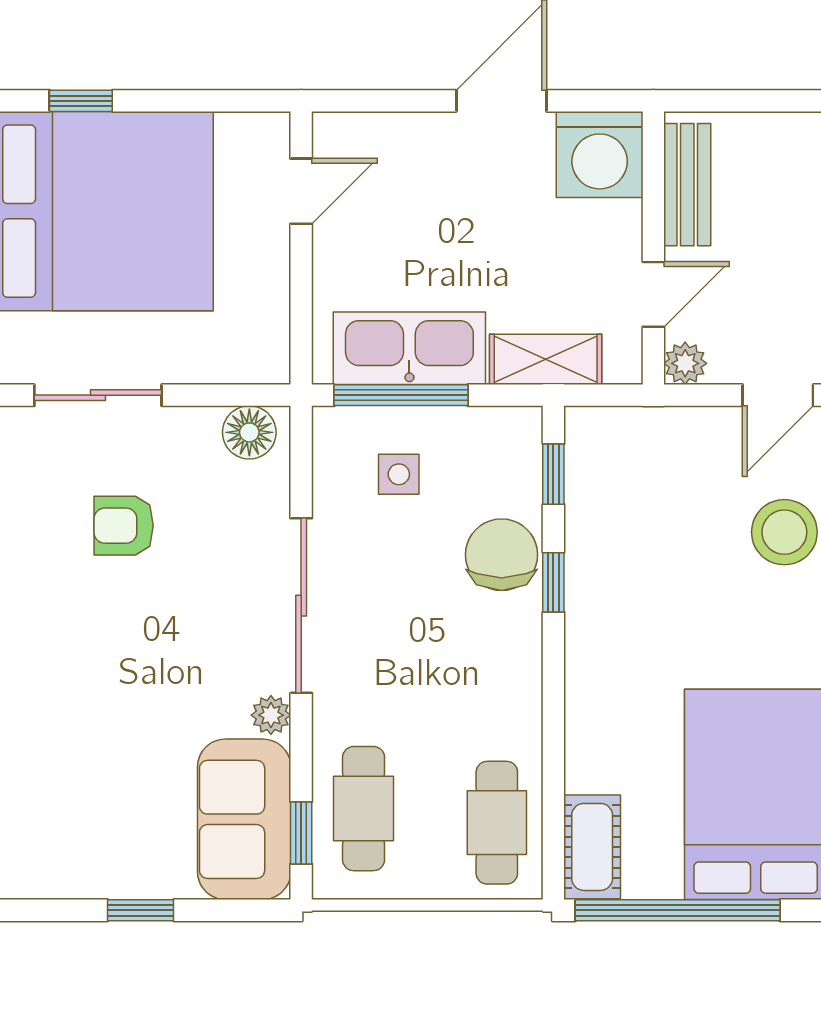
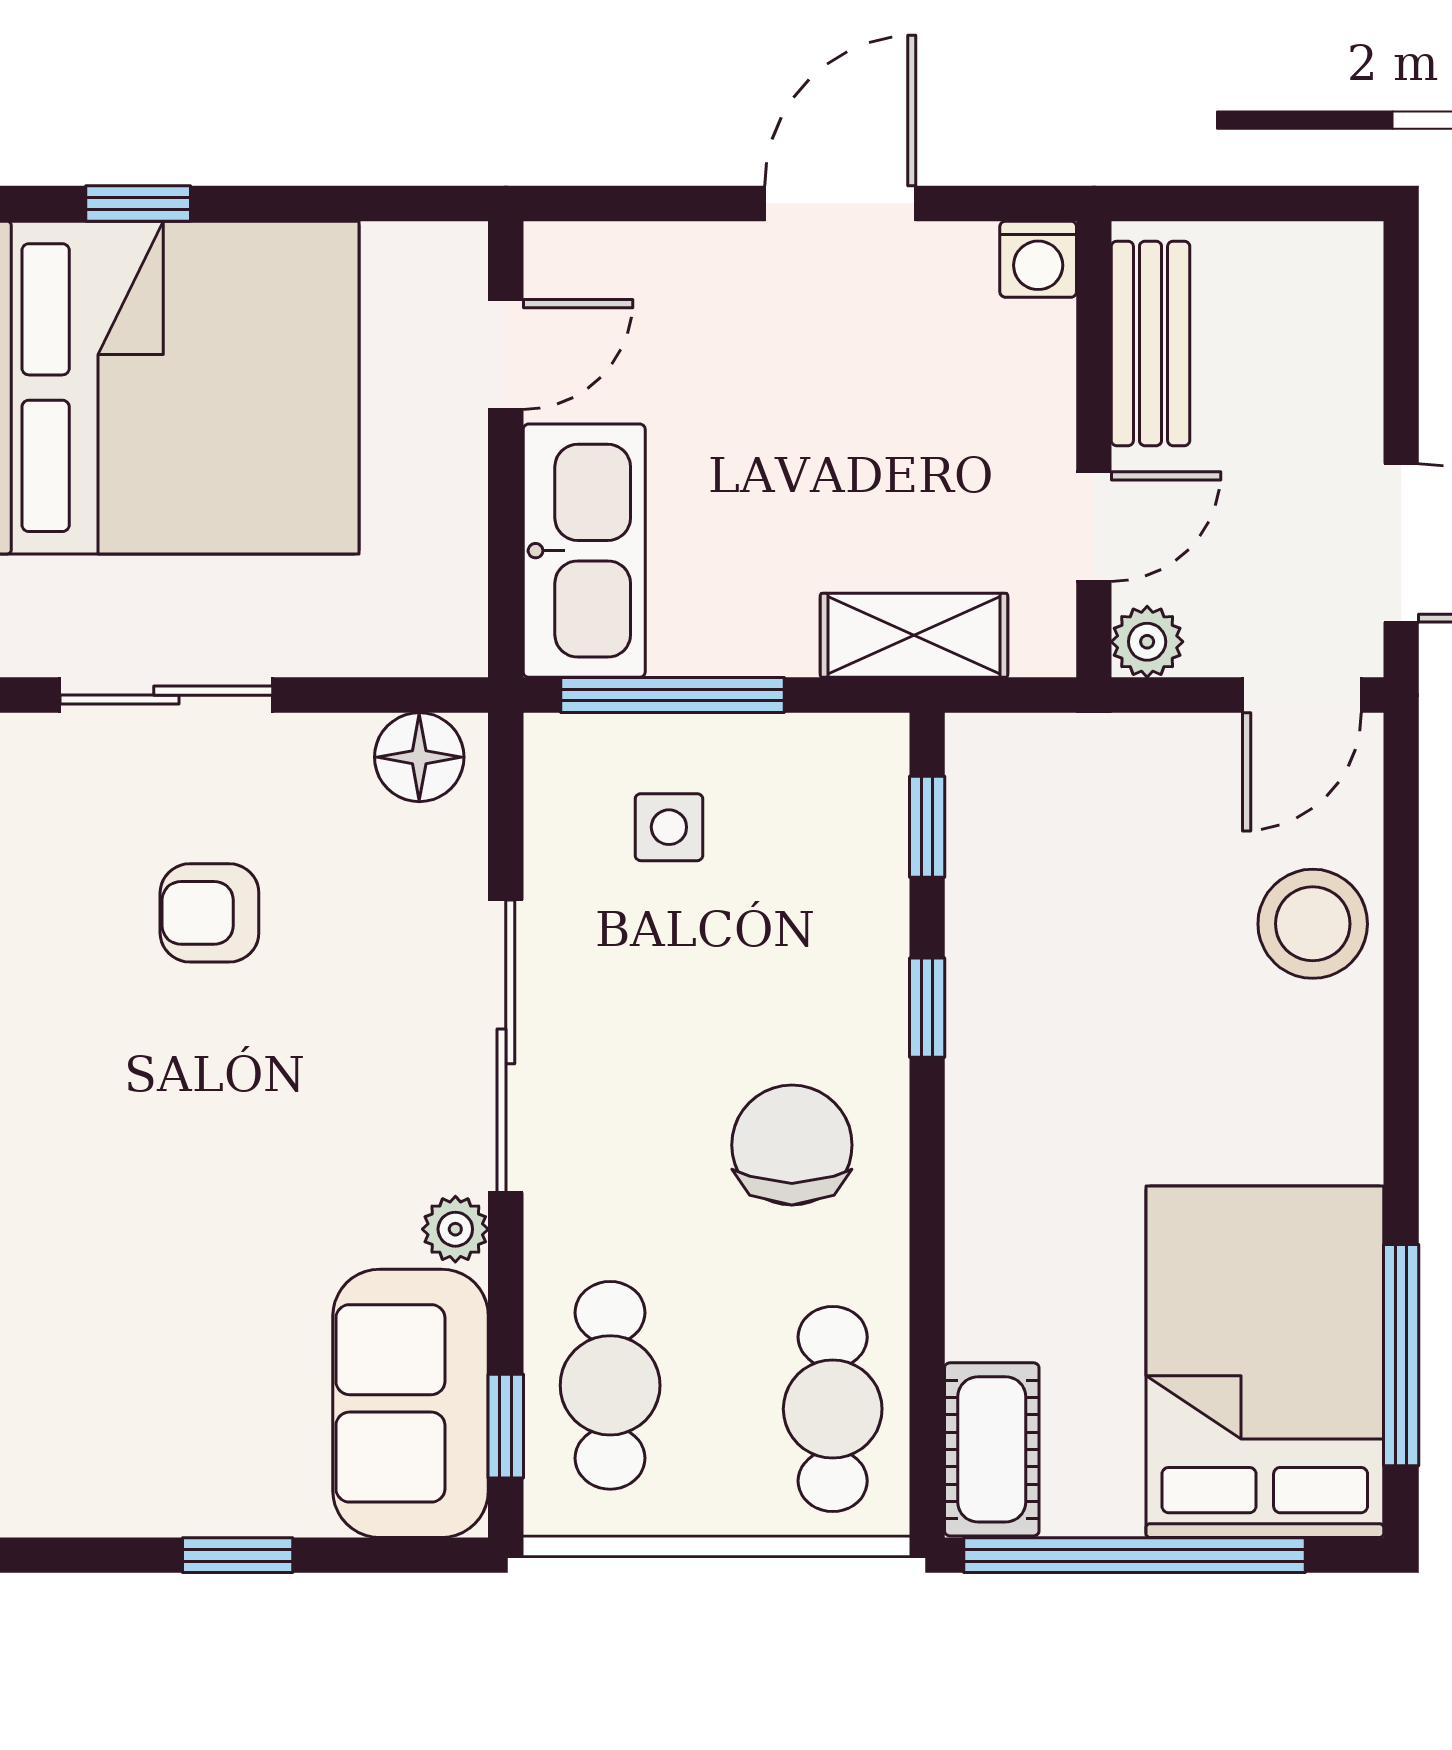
washing machine: (600, 154) -> (1038, 259), width x0.53, depth x0.53
kitchen sink: (409, 348) -> (584, 551), moved, turned 90
chair: (502, 555) -> (792, 1145), moved

